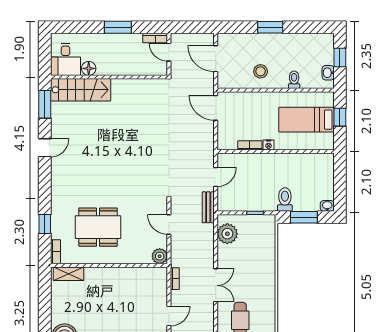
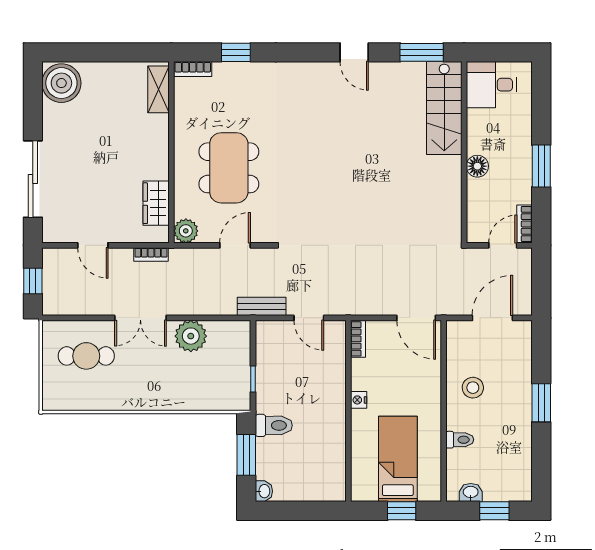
floor lamp: (89, 68) -> (477, 166), moved
door: (216, 108) -> (416, 318), swing flipped
bookcase: (250, 145) -> (358, 339), moved
dining table: (98, 227) -> (229, 168), moved
plant: (227, 234) -> (191, 336), moved
wardrobe: (142, 275) -> (156, 203), added

